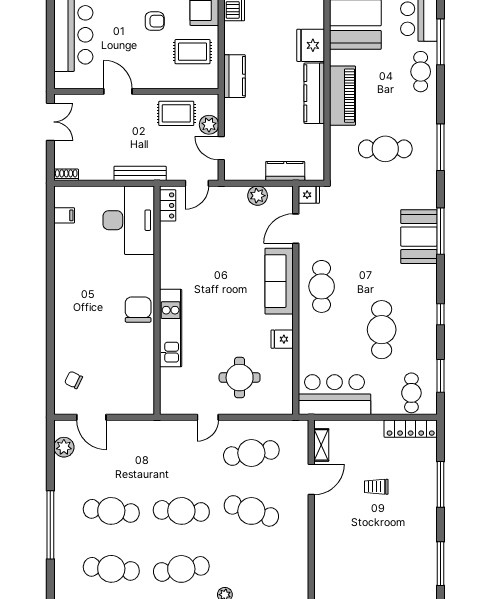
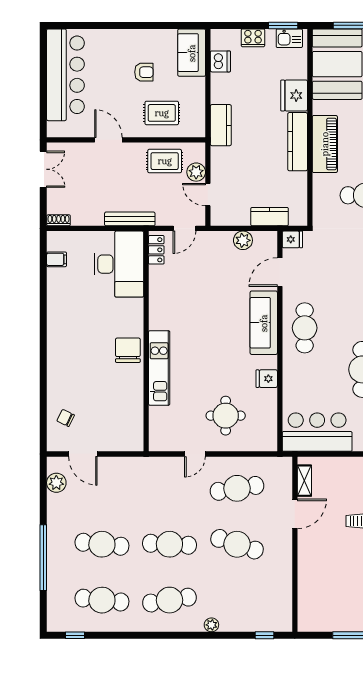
rug: (193, 52) -> (162, 113), moved

